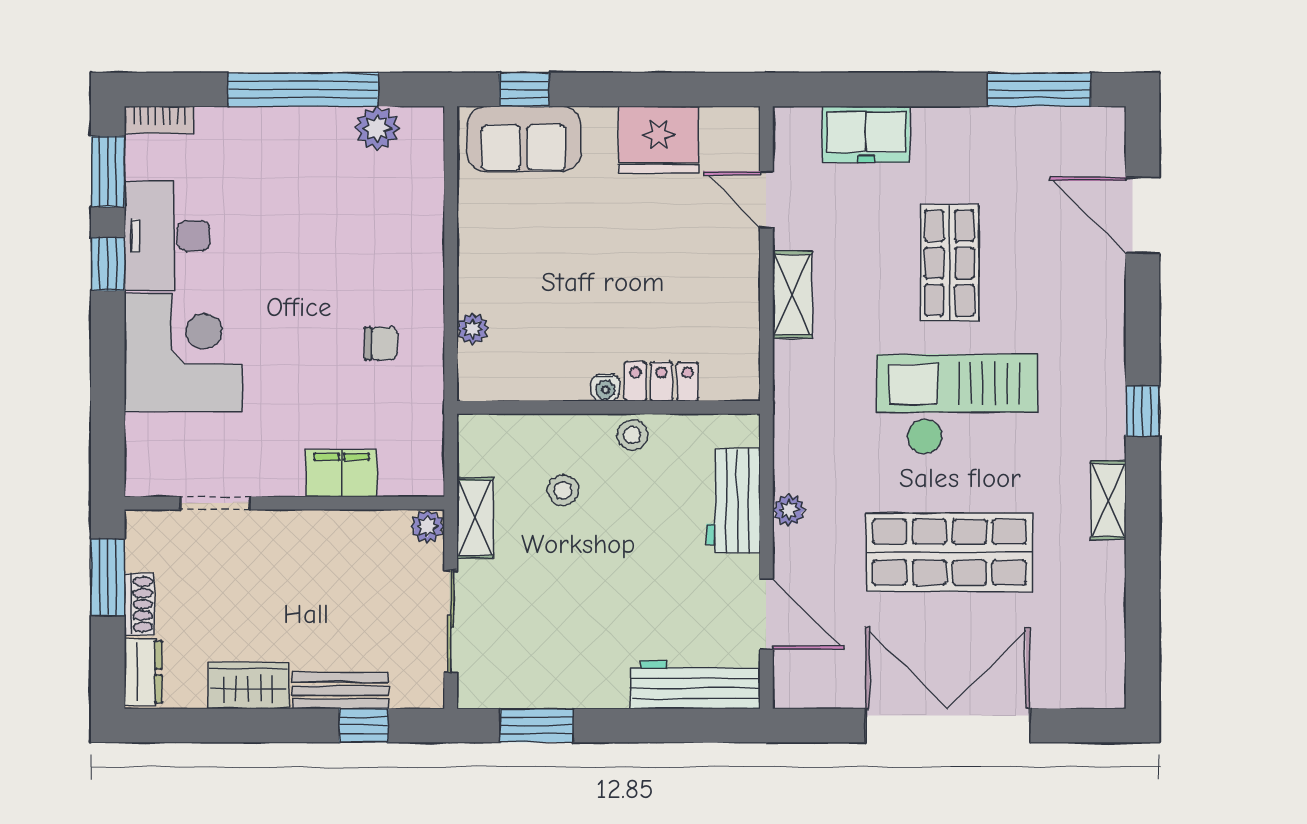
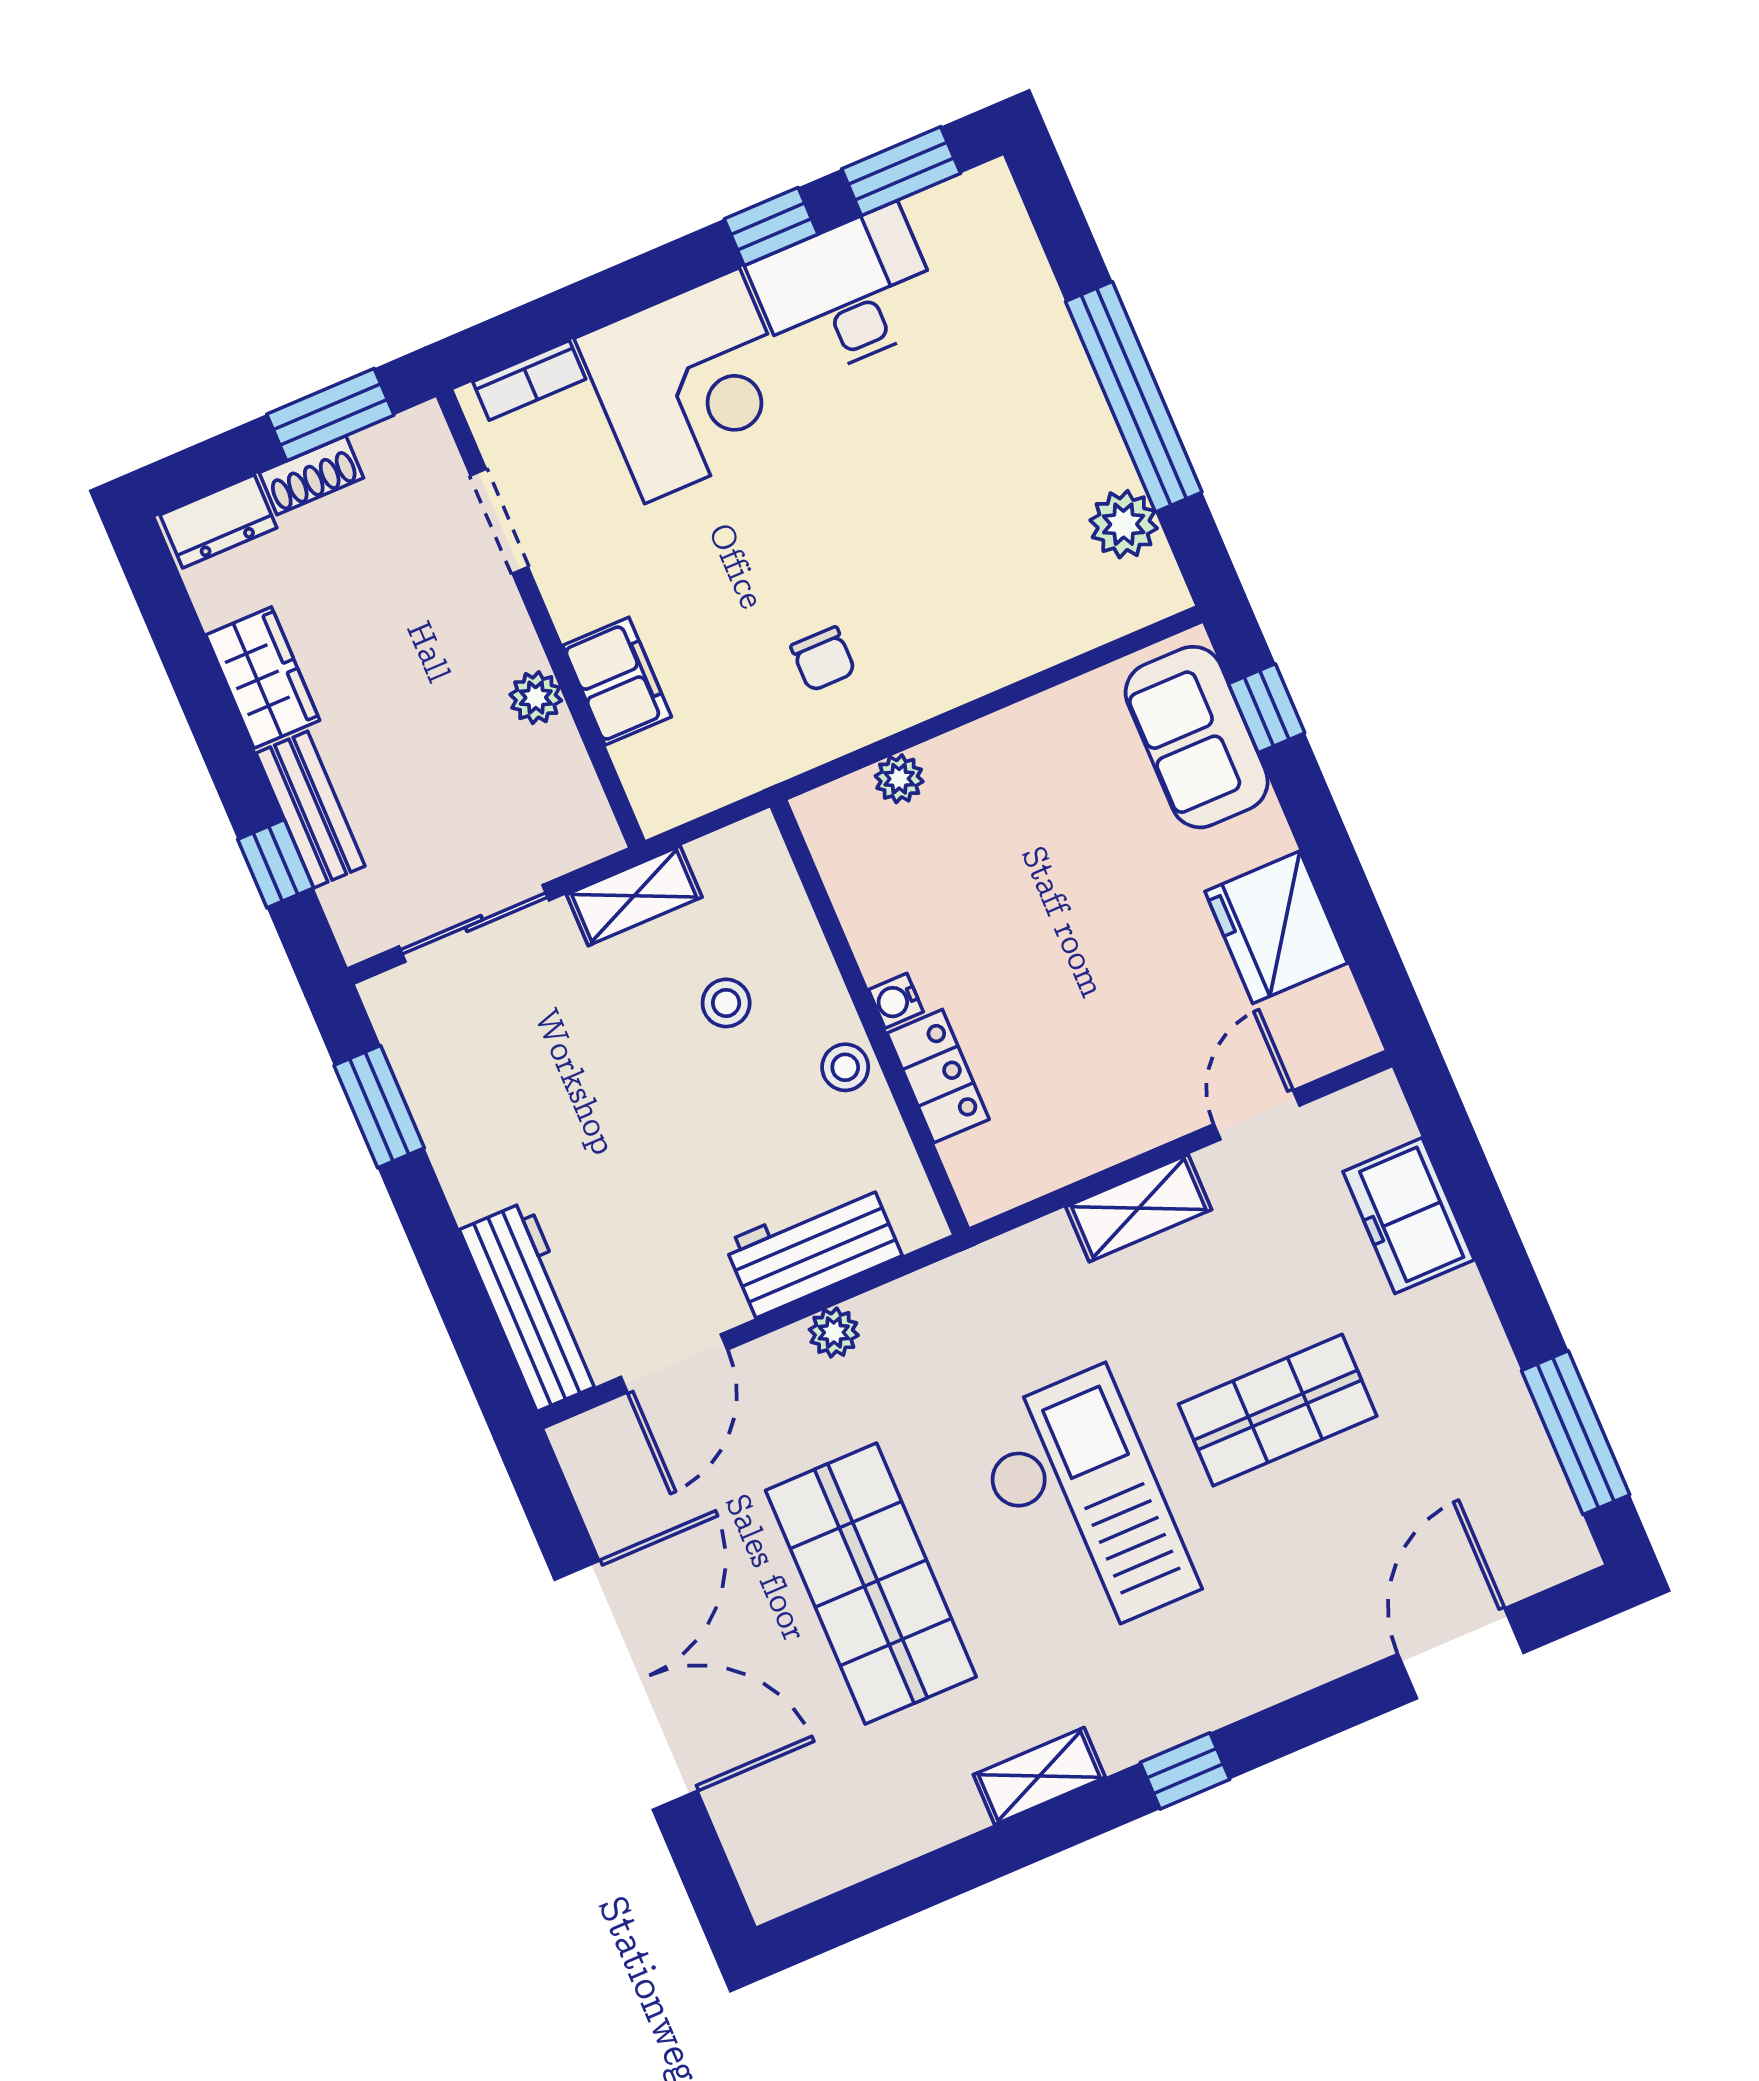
bookcase: (159, 120) -> (529, 380), moved, turned -90
plant: (427, 526) -> (536, 698), moved

